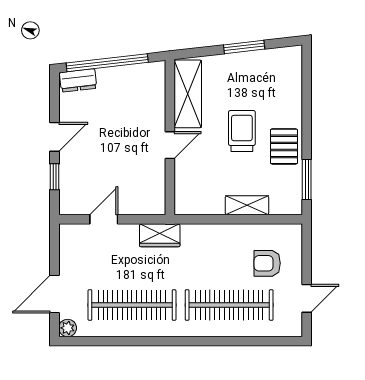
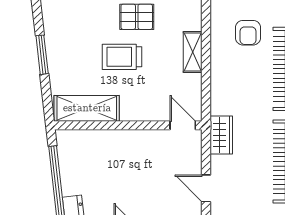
door: (170, 145) -> (183, 125), moved

